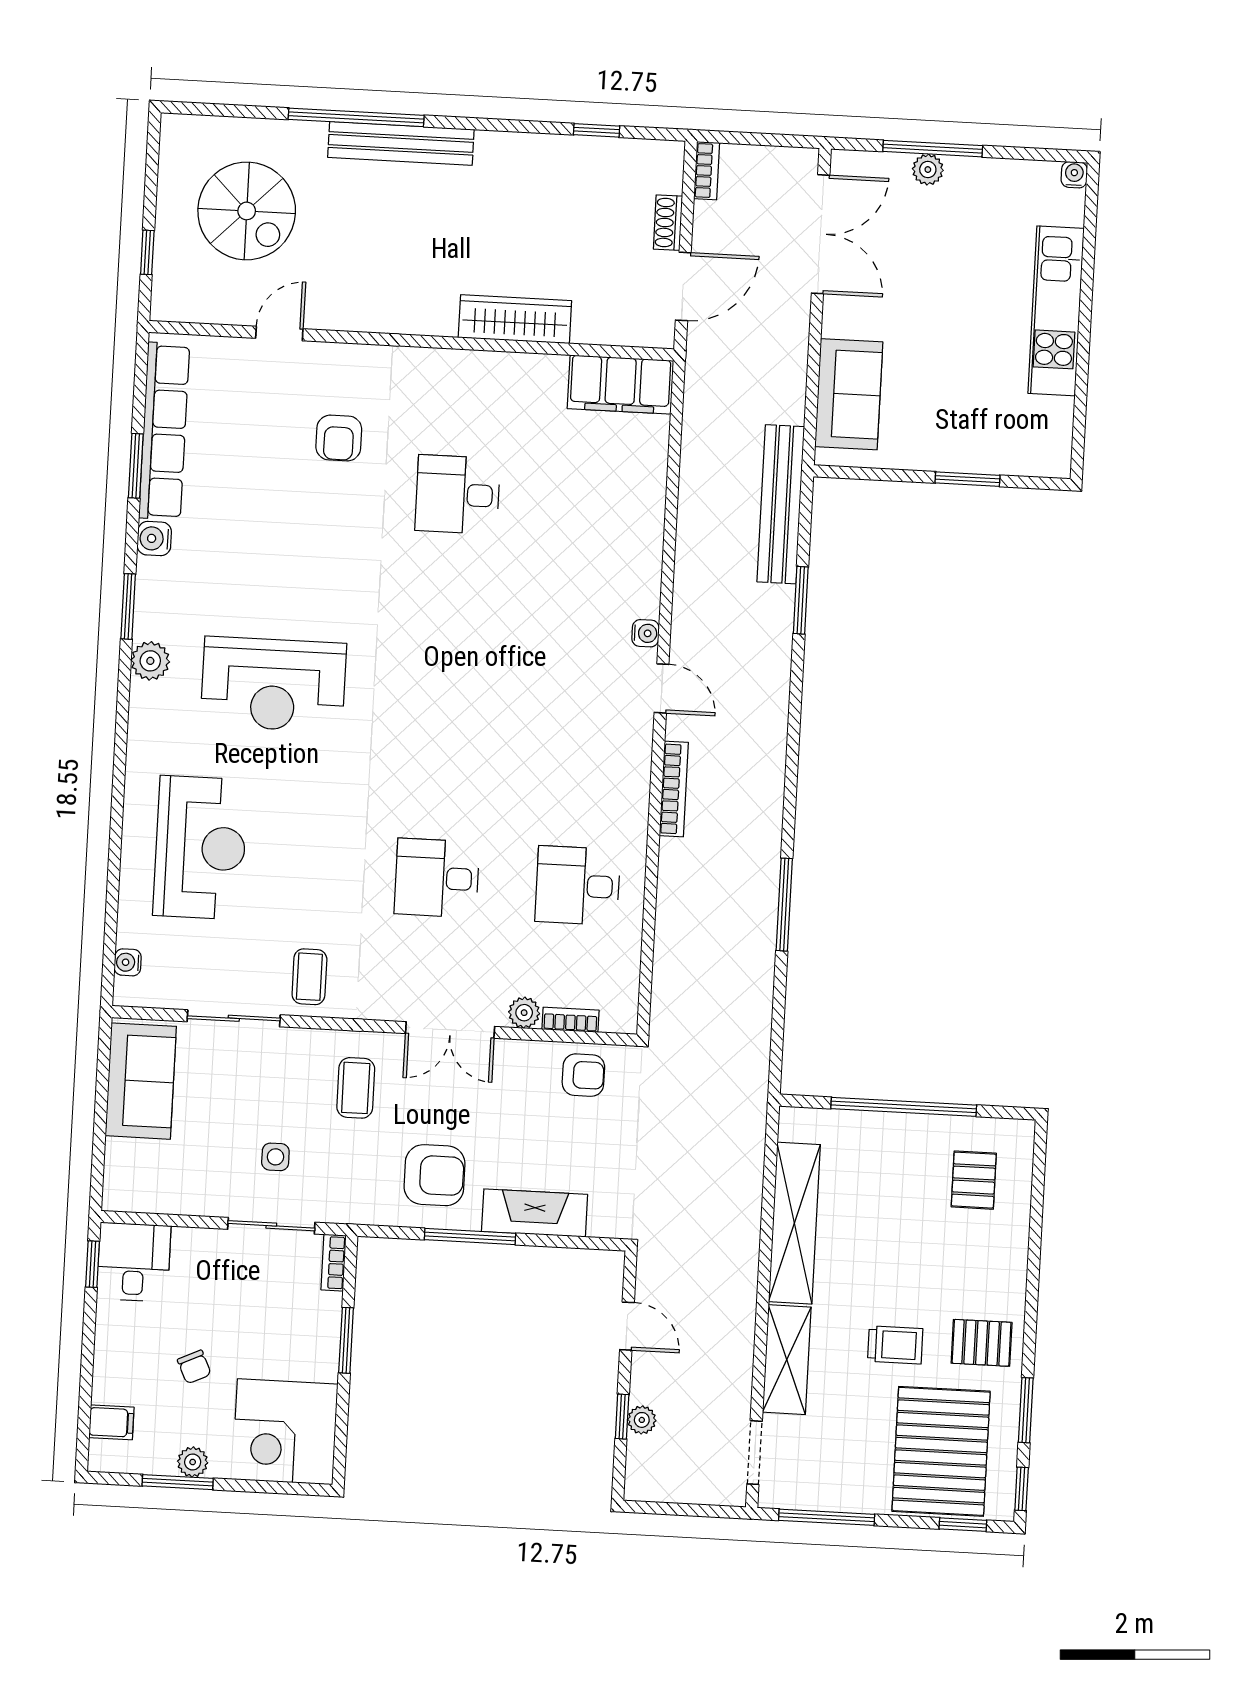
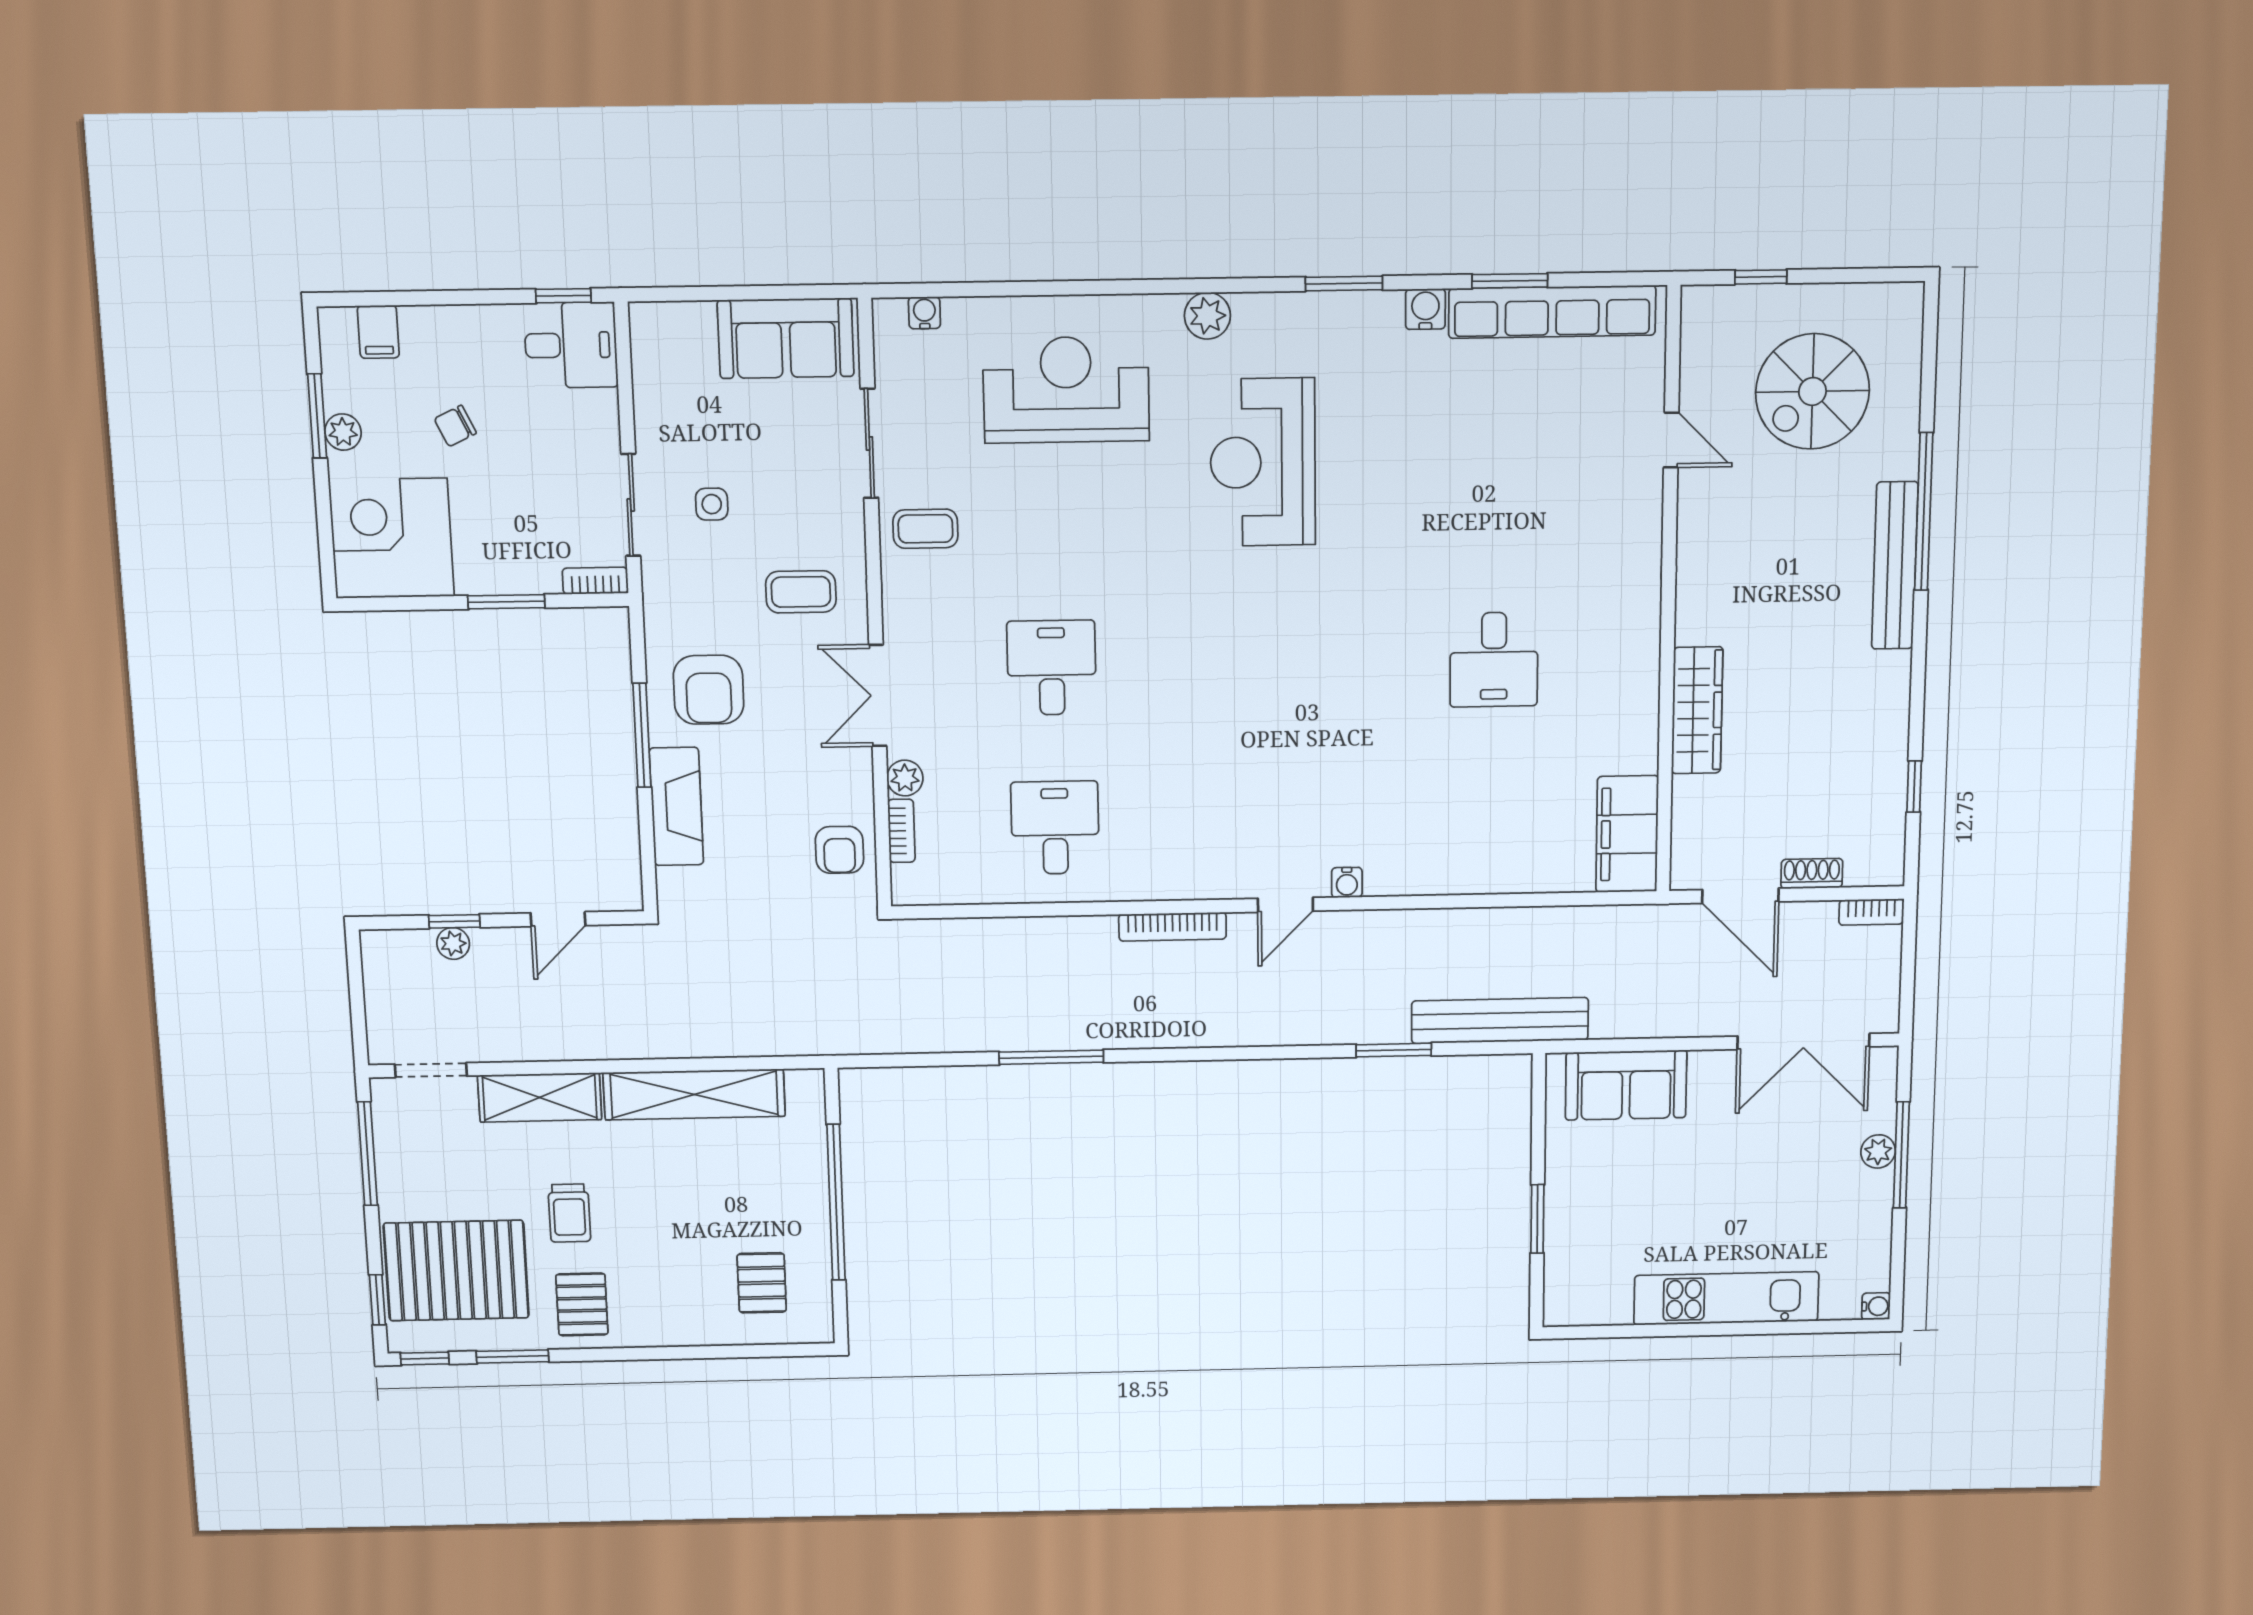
armchair: (339, 438) -> (1553, 518), removed
desk: (458, 494) -> (1494, 660), turned 180
plant: (150, 661) -> (1207, 316), moved
reception desk: (200, 848) -> (1066, 390), turned 180
pallet: (974, 1180) -> (762, 1283), turned 90

